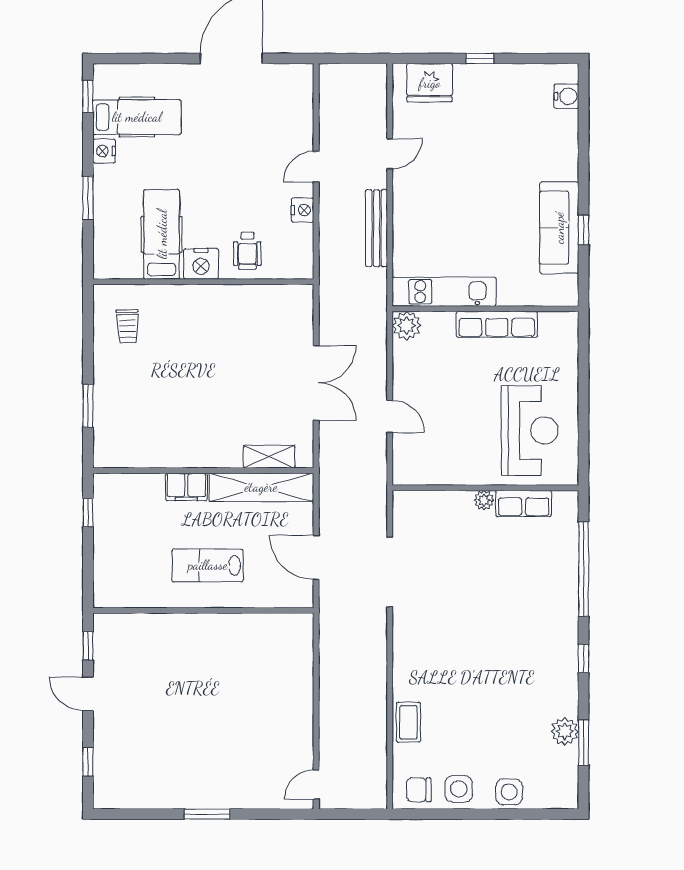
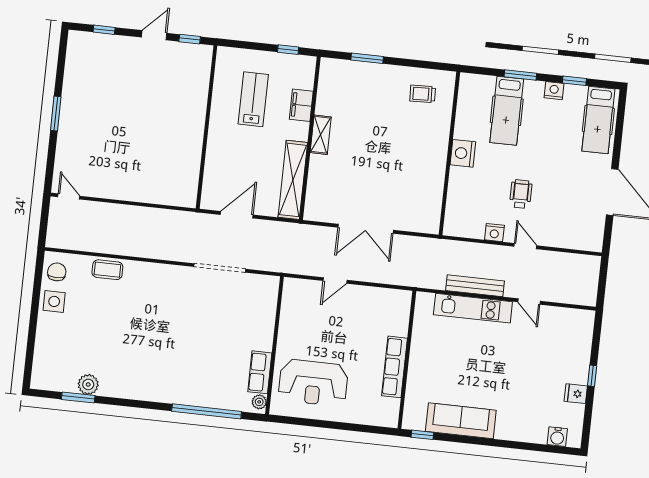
fridge: (430, 83) -> (576, 394), moved, width x0.53, depth x0.75
window: (88, 96) -> (574, 81), moved
hospital bed: (137, 117) -> (598, 120), moved
window: (584, 230) -> (422, 435), moved
hospital bed: (162, 234) -> (507, 111), moved, turned 90
wheelchair: (247, 251) -> (521, 194), moved, turned 90
kitchen unit: (444, 292) -> (473, 308), moved, turned 90
plant: (407, 326) -> (401, 300), removed
shelving: (269, 457) -> (321, 135), moved
filing cabinet: (186, 487) -> (301, 105), moved
plant: (484, 500) -> (259, 402), moved
lab bench: (208, 565) -> (253, 99), moved
window: (584, 659) -> (140, 404), removed
side table: (509, 792) -> (48, 338), removed

